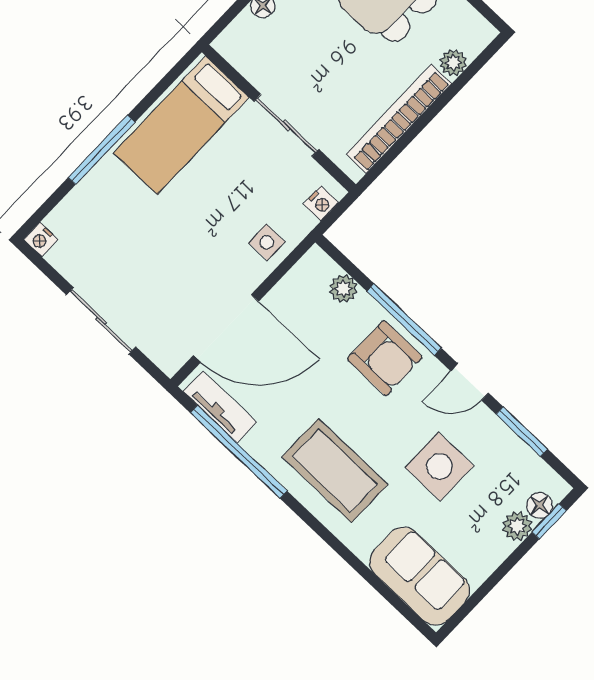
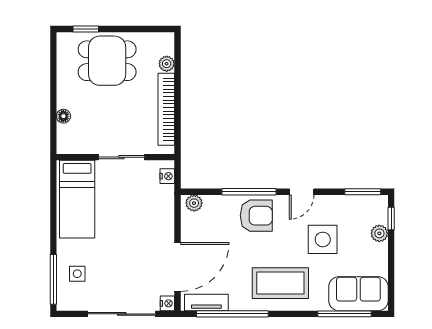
window: (101, 150) -> (53, 279), moved
nightstand: (41, 240) -> (167, 303), moved, turned -90
side table: (267, 242) -> (77, 274), moved
plant: (343, 289) -> (194, 203), moved
sliding door: (101, 321) -> (122, 314), width x1.37
window: (522, 432) -> (363, 192), moved
floor lamp: (540, 505) -> (380, 216), removed
window: (378, 585) -> (344, 314), added

